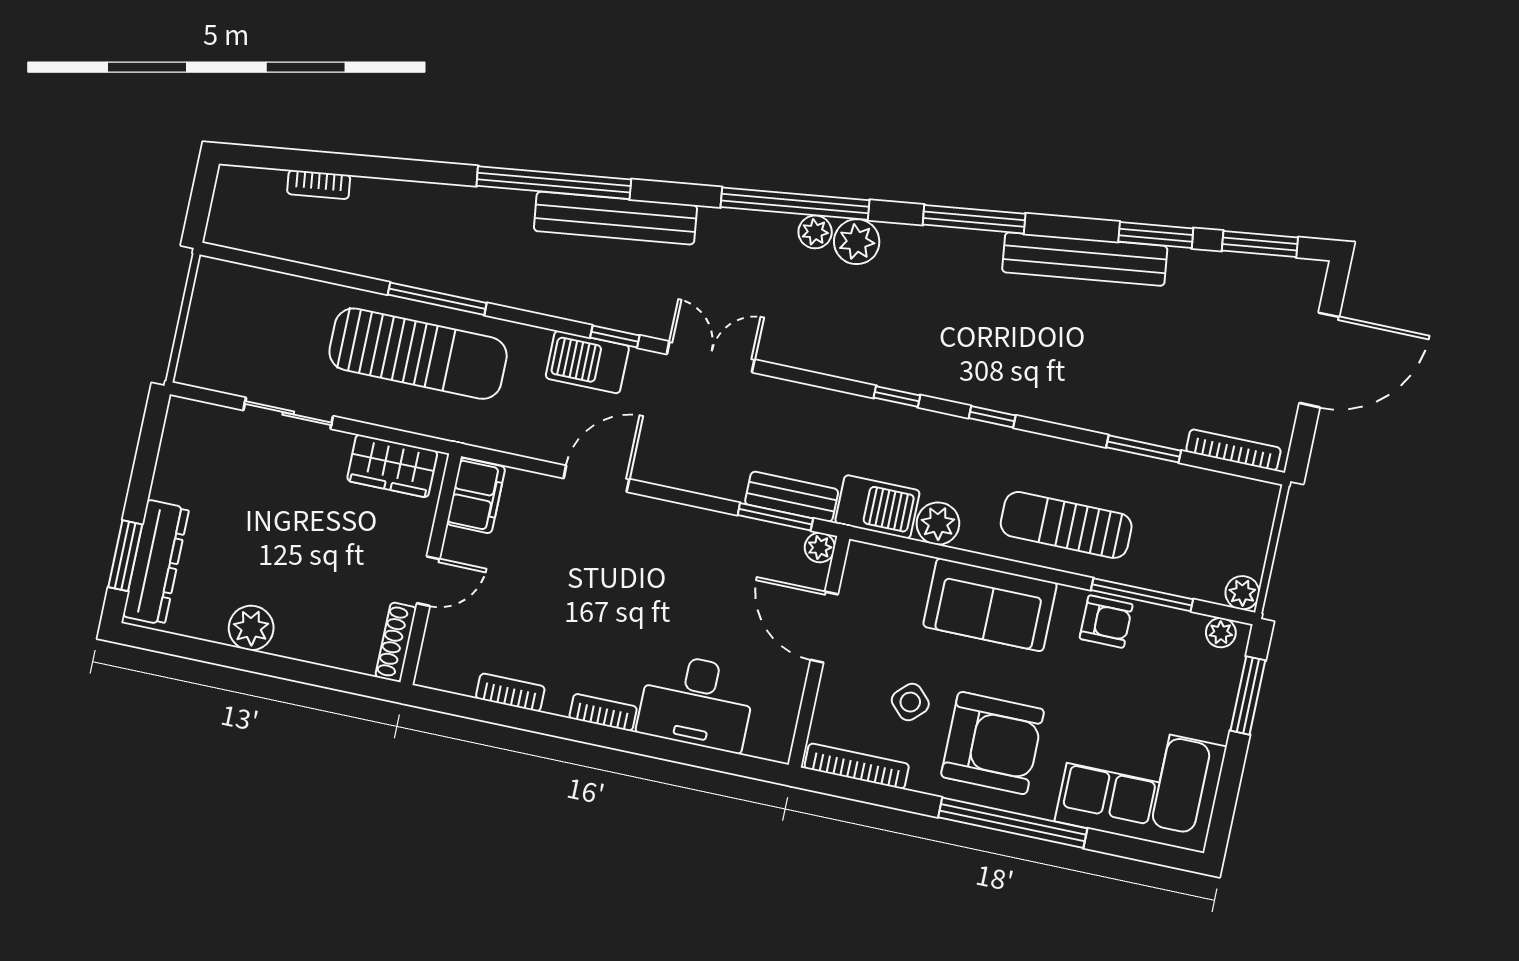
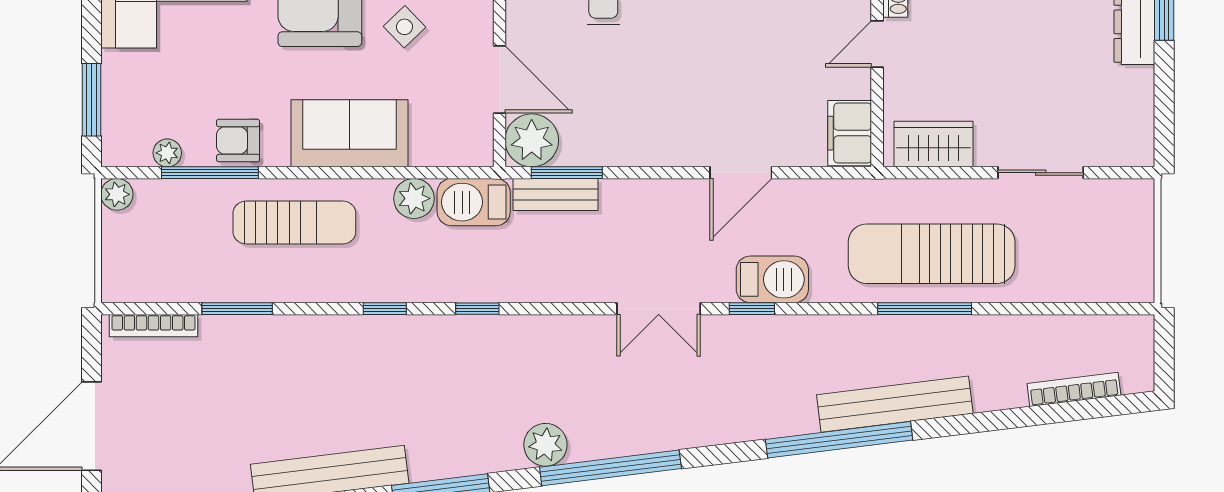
bookcase: (319, 185) -> (1074, 389), width x1.56
bench: (615, 218) -> (895, 404), moved
plant: (815, 232) -> (586, 446), removed
plant: (820, 548) -> (532, 140), width x1.88, depth x1.88
plant: (1221, 633) -> (167, 153), moved

